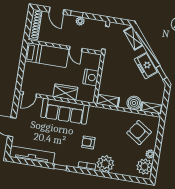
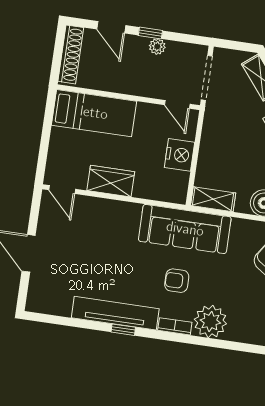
door: (76, 49) -> (177, 104), moved
wardrobe: (65, 92) -> (111, 181), moved
door: (30, 94) -> (62, 190), hinge flipped
sofa: (65, 111) -> (185, 229), moved
tv unit: (32, 155) -> (115, 313), moved

